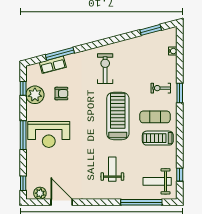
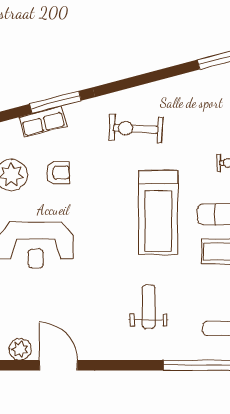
exercise bike: (105, 69) -> (136, 129), turned -87
treadmill: (118, 116) -> (158, 213), turned 180

